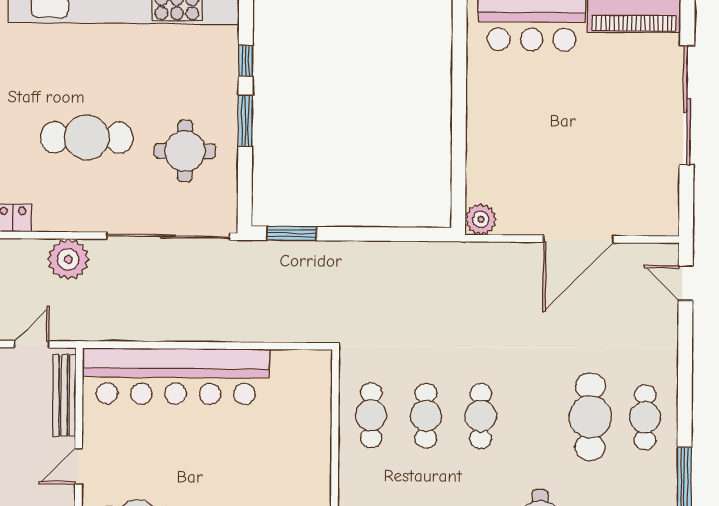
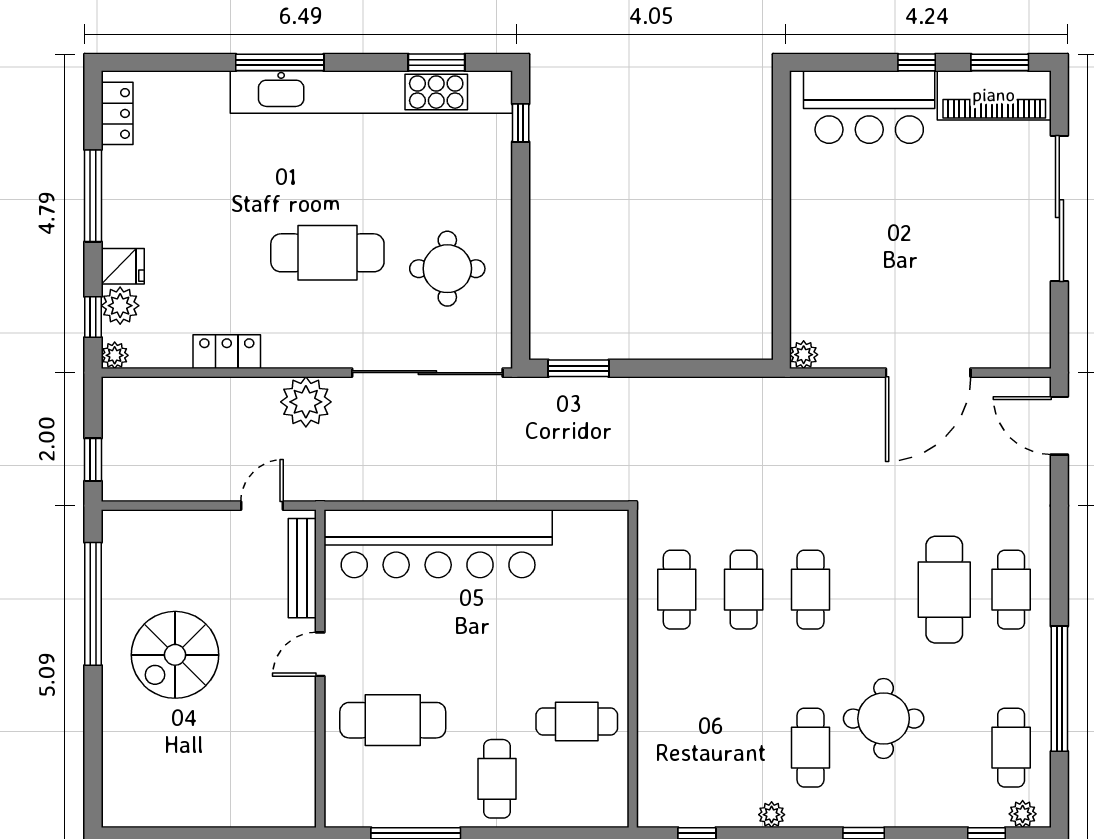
window: (246, 61) -> (521, 123), moved
window: (245, 121) -> (521, 231), removed
plant: (481, 219) -> (804, 355), width x0.73, depth x0.73
door: (686, 283) -> (1059, 426), width x1.38

